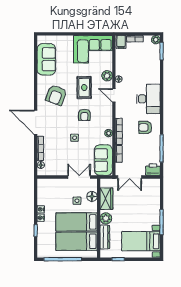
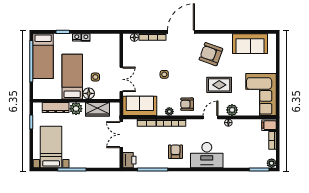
armchair: (84, 115) -> (187, 104), moved
floor lamp: (92, 196) -> (89, 93), moved
bed: (77, 241) -> (43, 56), moved, turned 180

